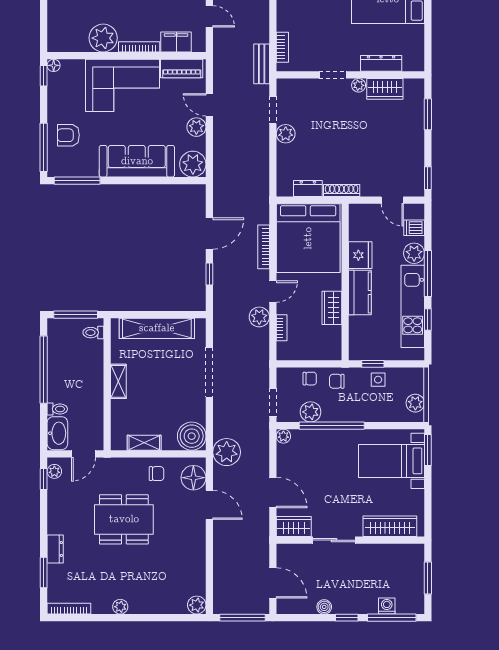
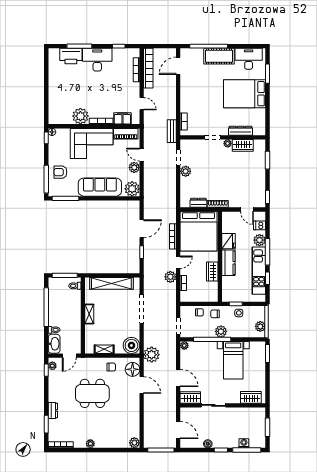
plant: (311, 412) -> (221, 331), moved
bed with nightstands: (392, 461) -> (233, 360), moved, turned -90
wardrobe: (390, 526) -> (251, 397), width x0.67

